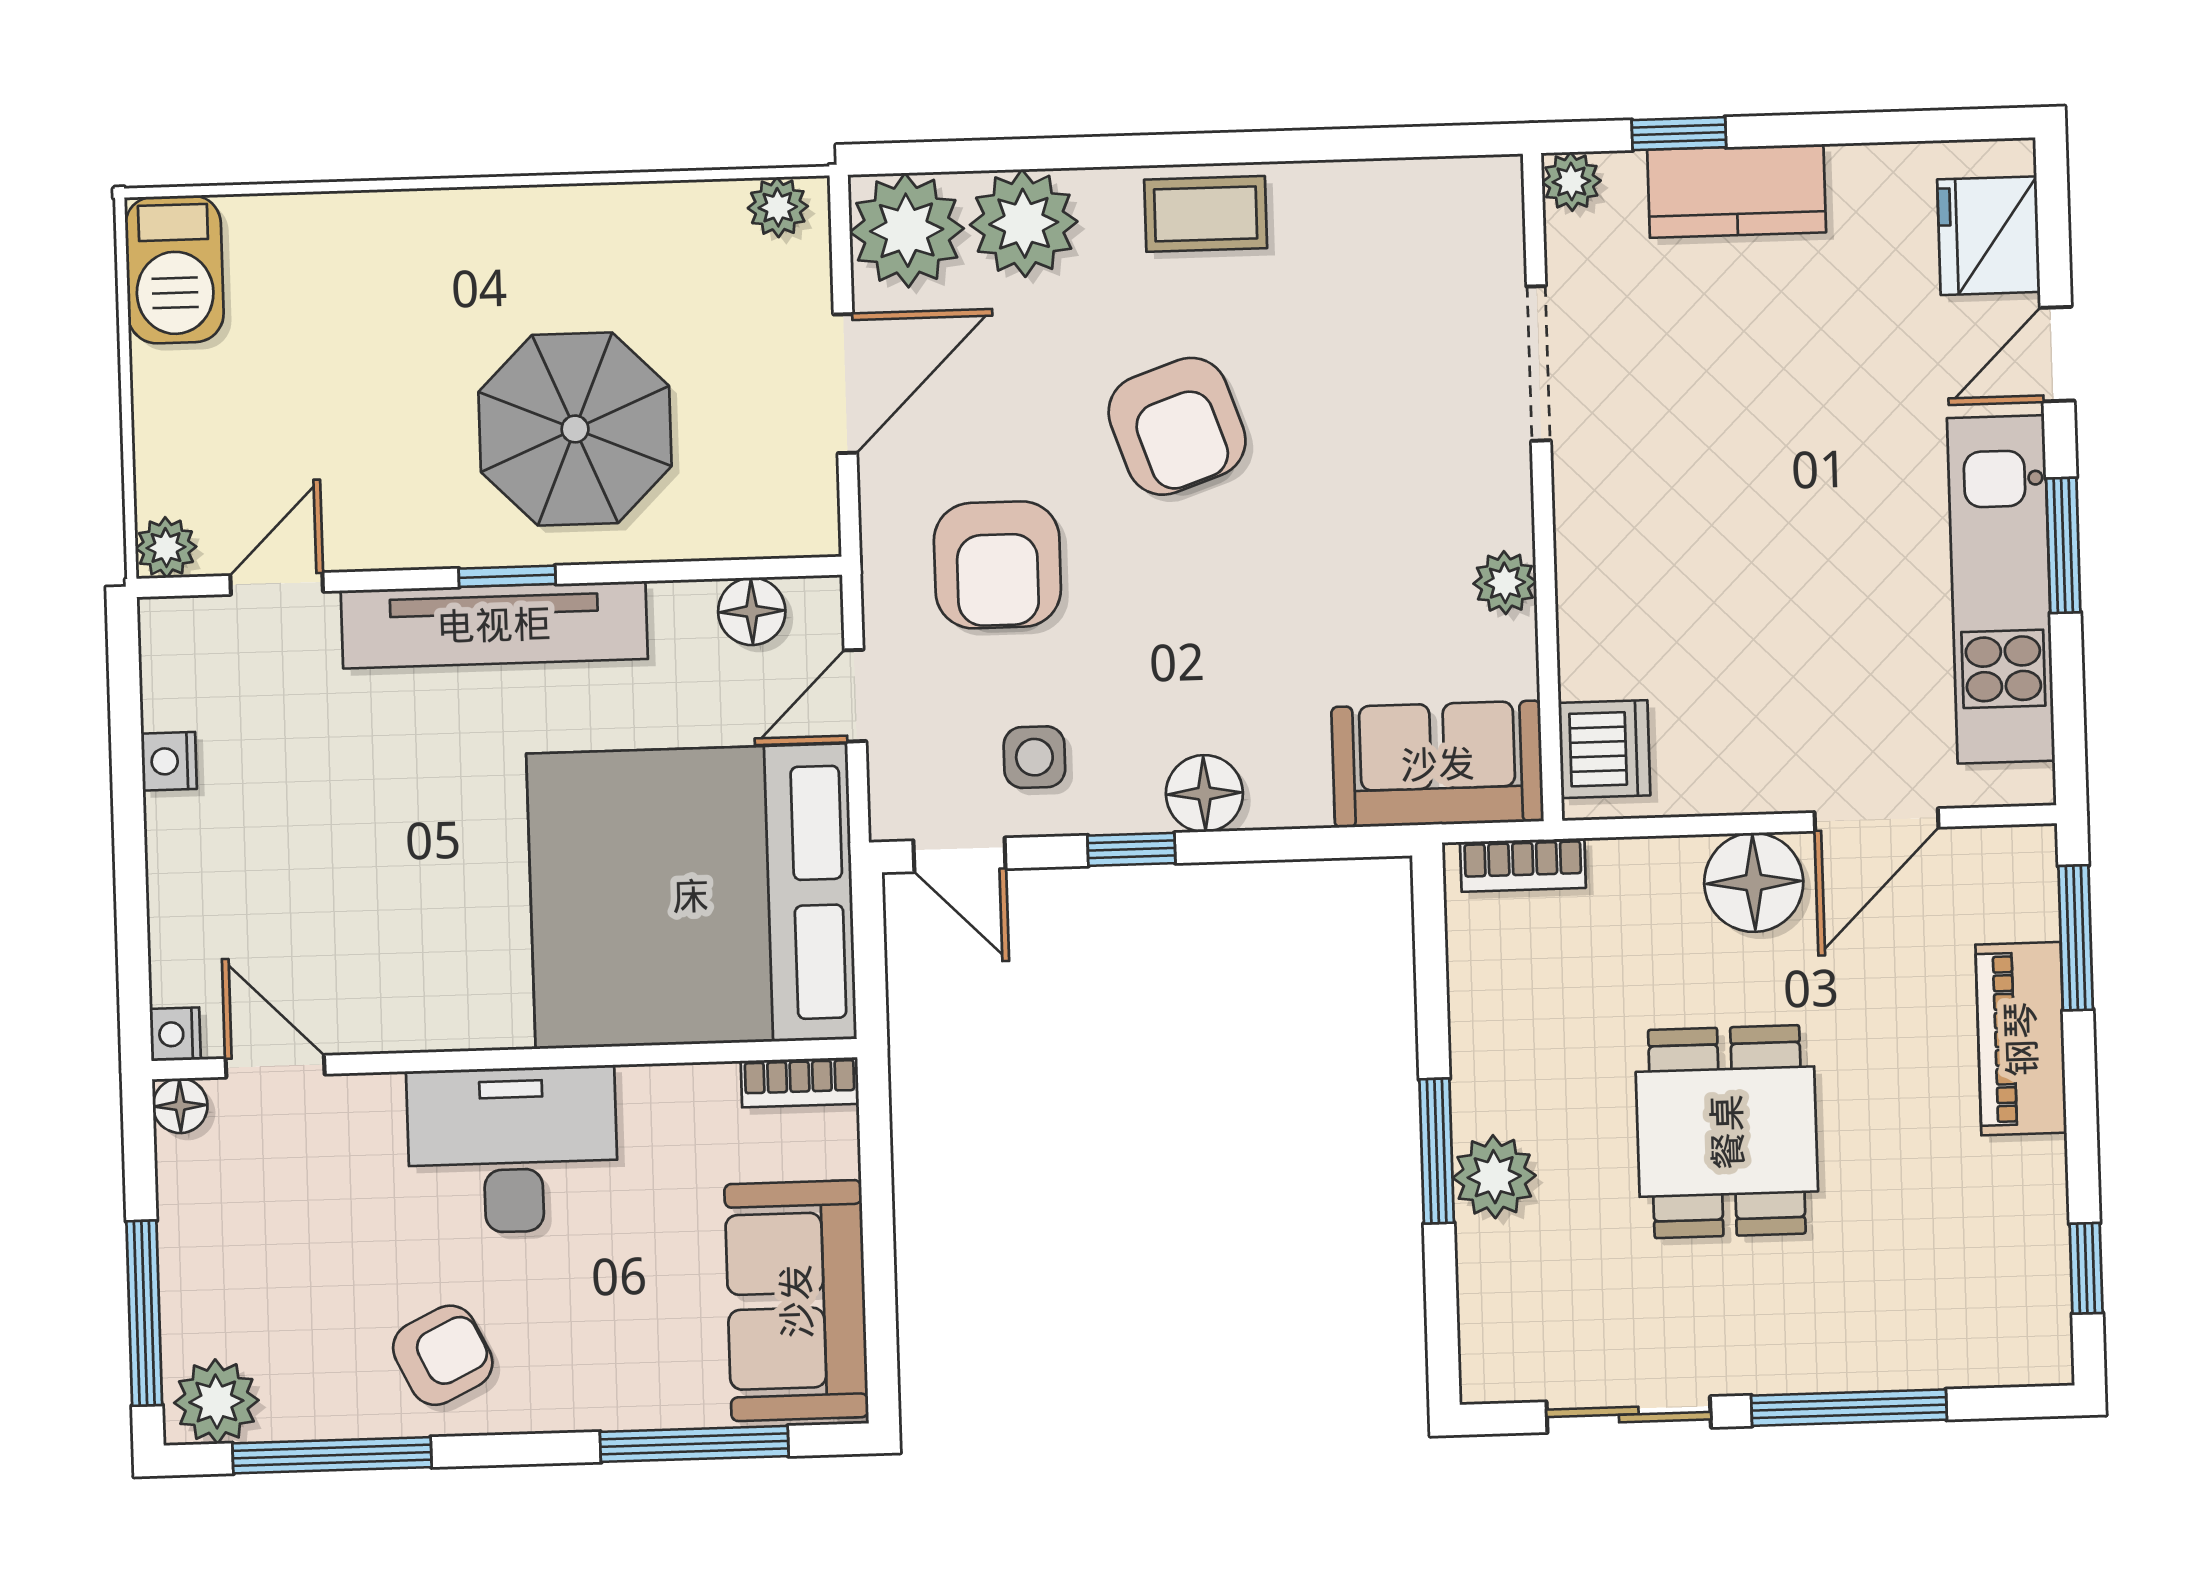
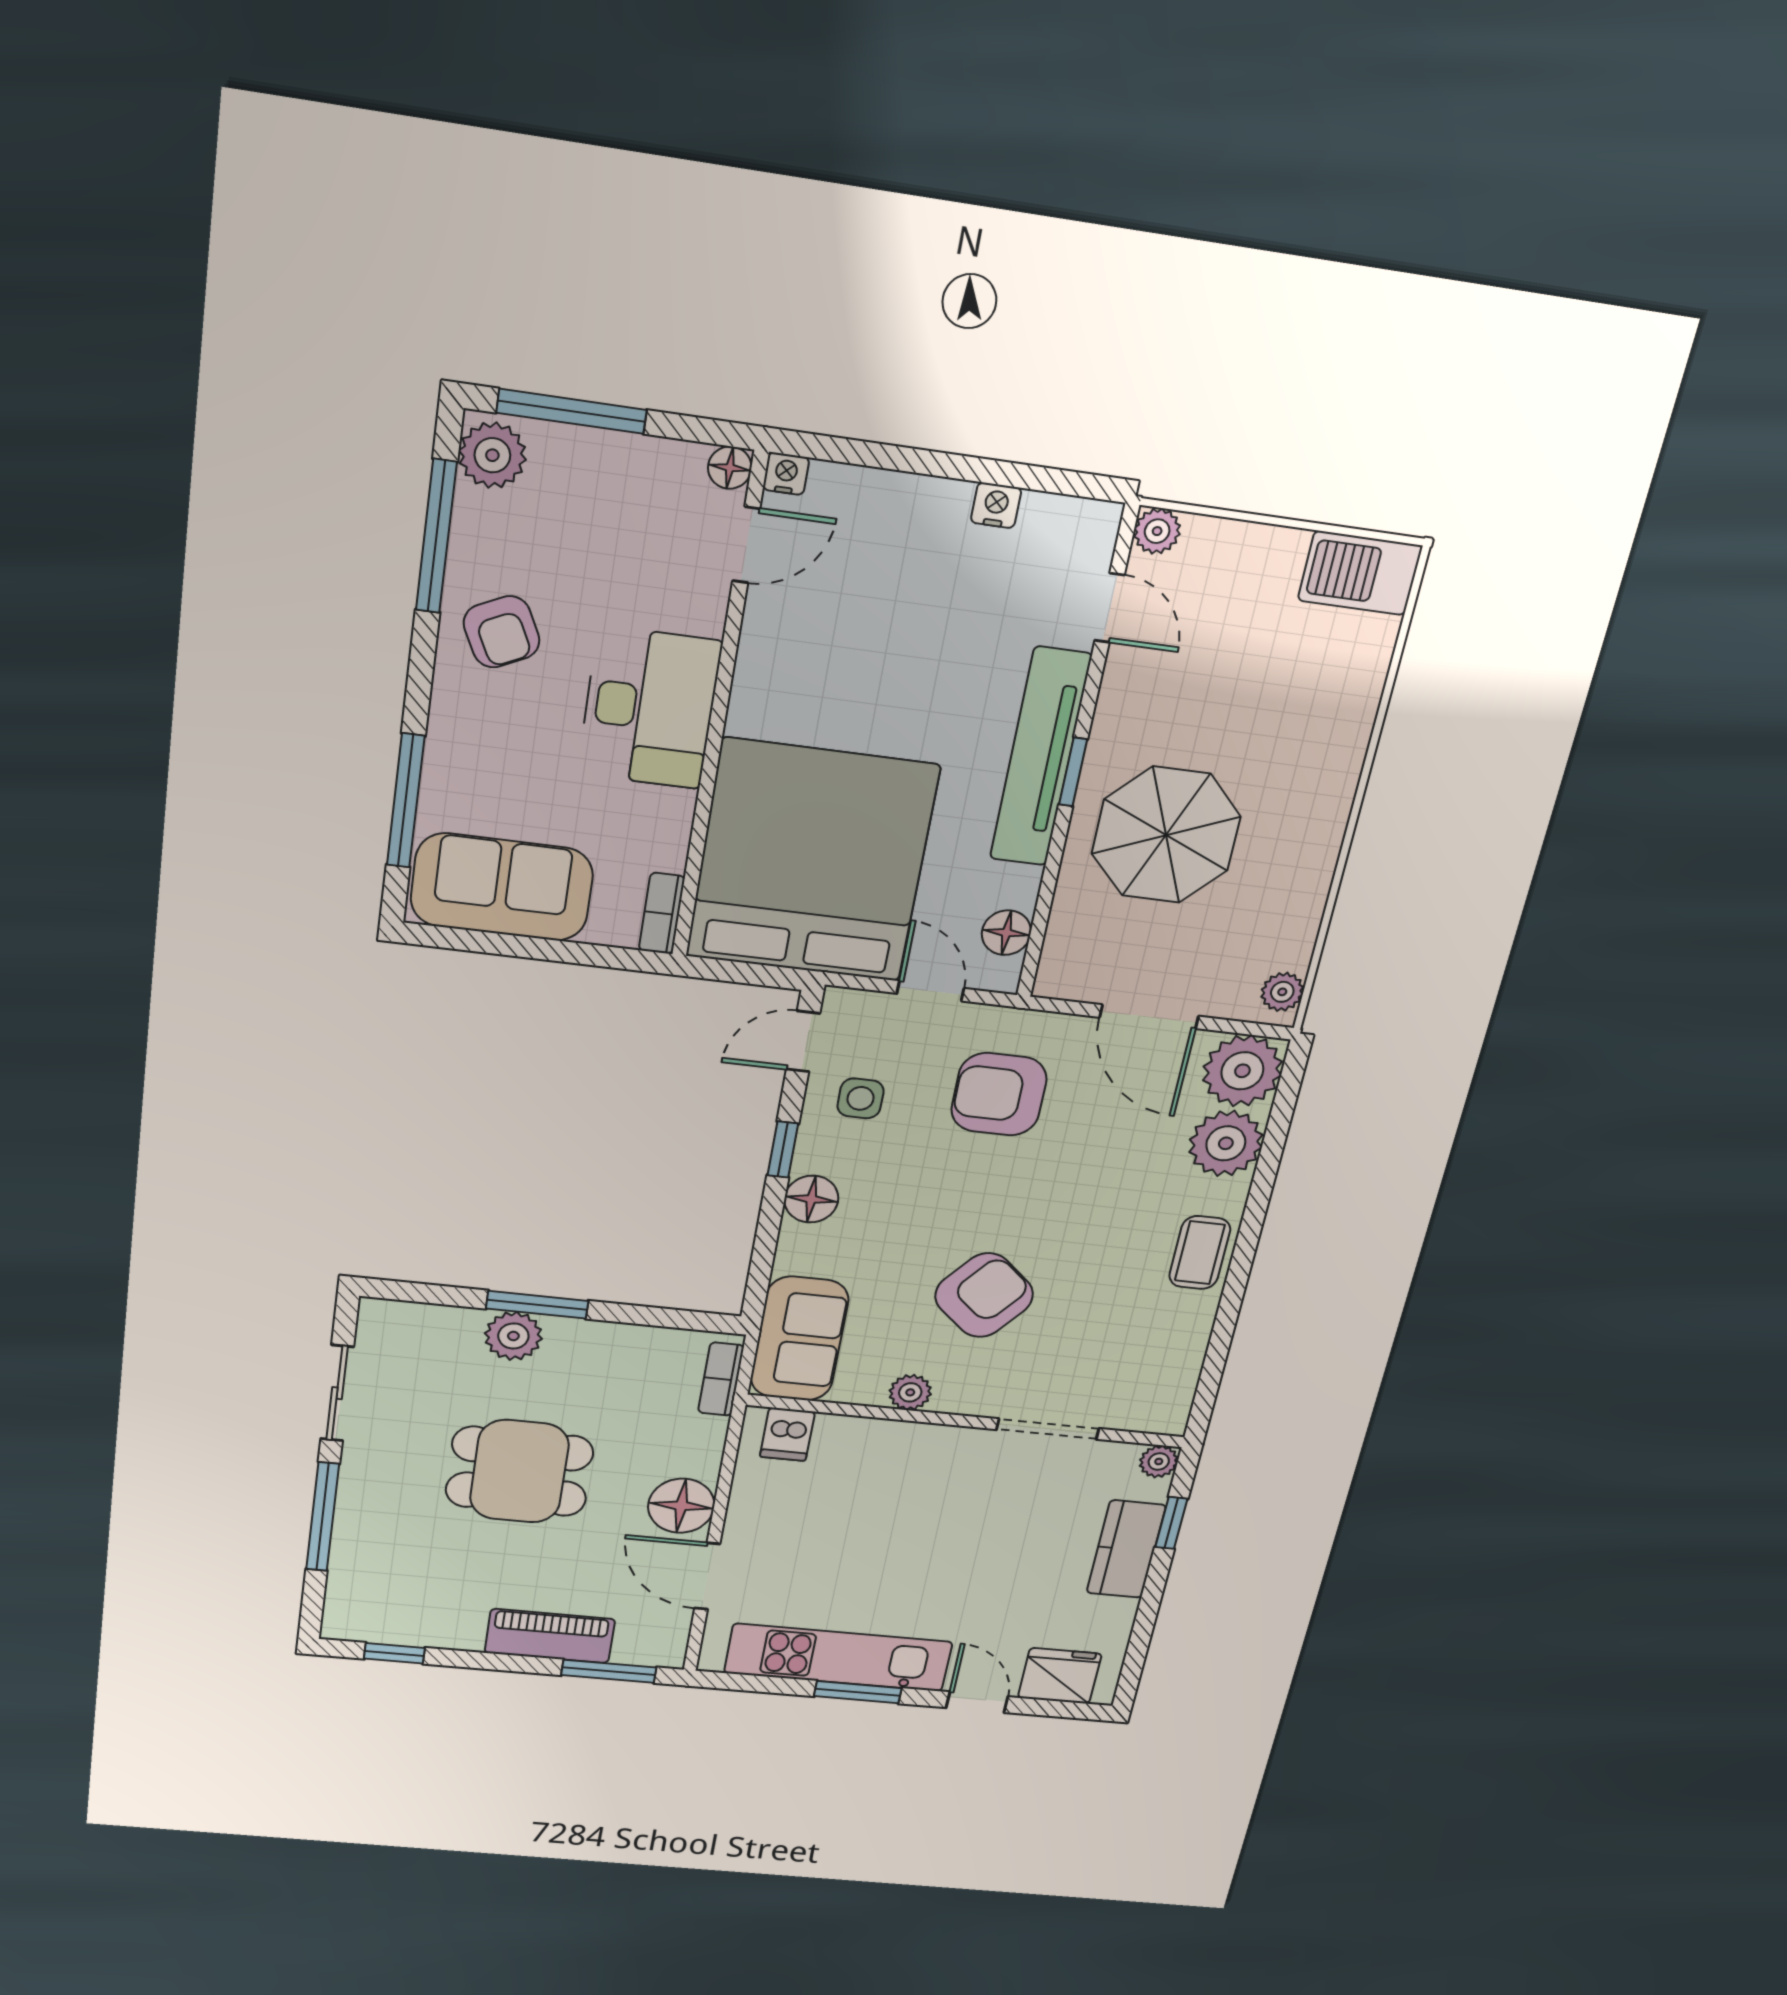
armchair: (1177, 426) -> (984, 1295), moved, turned 149
dishwasher: (1604, 749) -> (787, 1434), width x0.73

